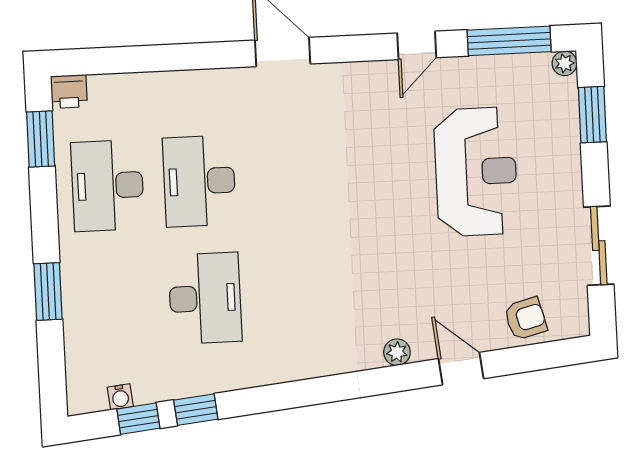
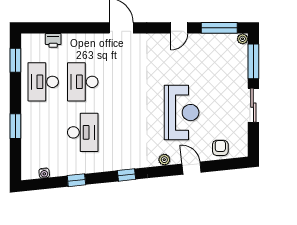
printer: (69, 91) -> (53, 40), moved
window: (592, 115) -> (253, 61), width x1.44
reception desk: (476, 172) -> (182, 113), moved
sliding door: (599, 246) -> (253, 105), moved
armchair: (526, 319) -> (220, 148), turned -75
window: (138, 419) -> (126, 175), moved

